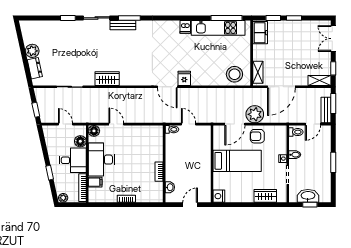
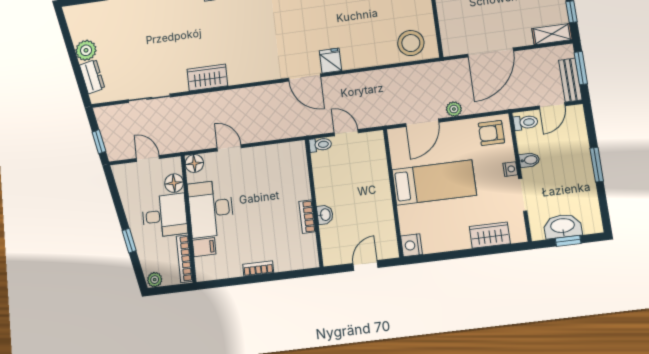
shelving: (258, 72) -> (448, 35), removed
plant: (255, 114) -> (454, 109), width x0.53, depth x0.53
armchair: (257, 136) -> (491, 133), moved
washbasin: (170, 187) -> (325, 215), moved

